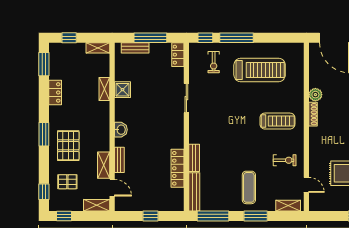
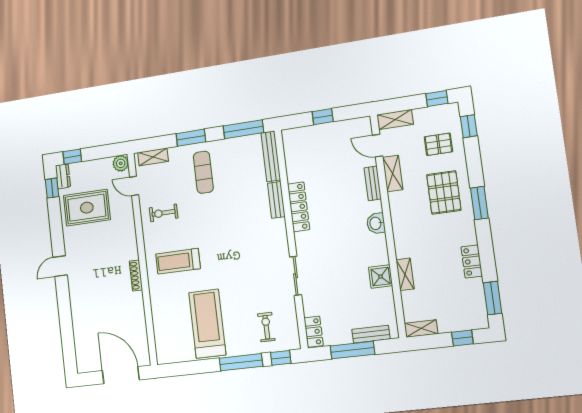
treadmill: (260, 70) -> (207, 324), turned 90
plant: (315, 95) -> (121, 163), moved
locker: (177, 168) -> (299, 207), moved

